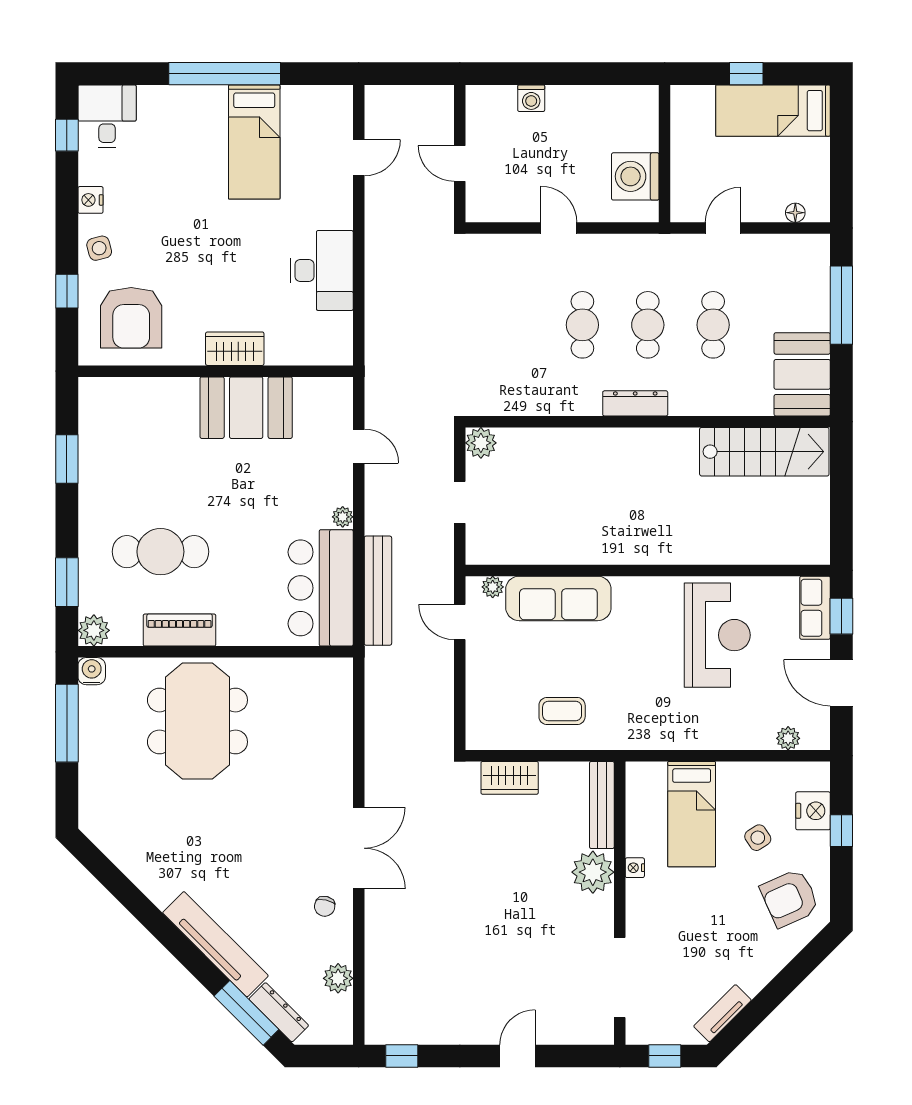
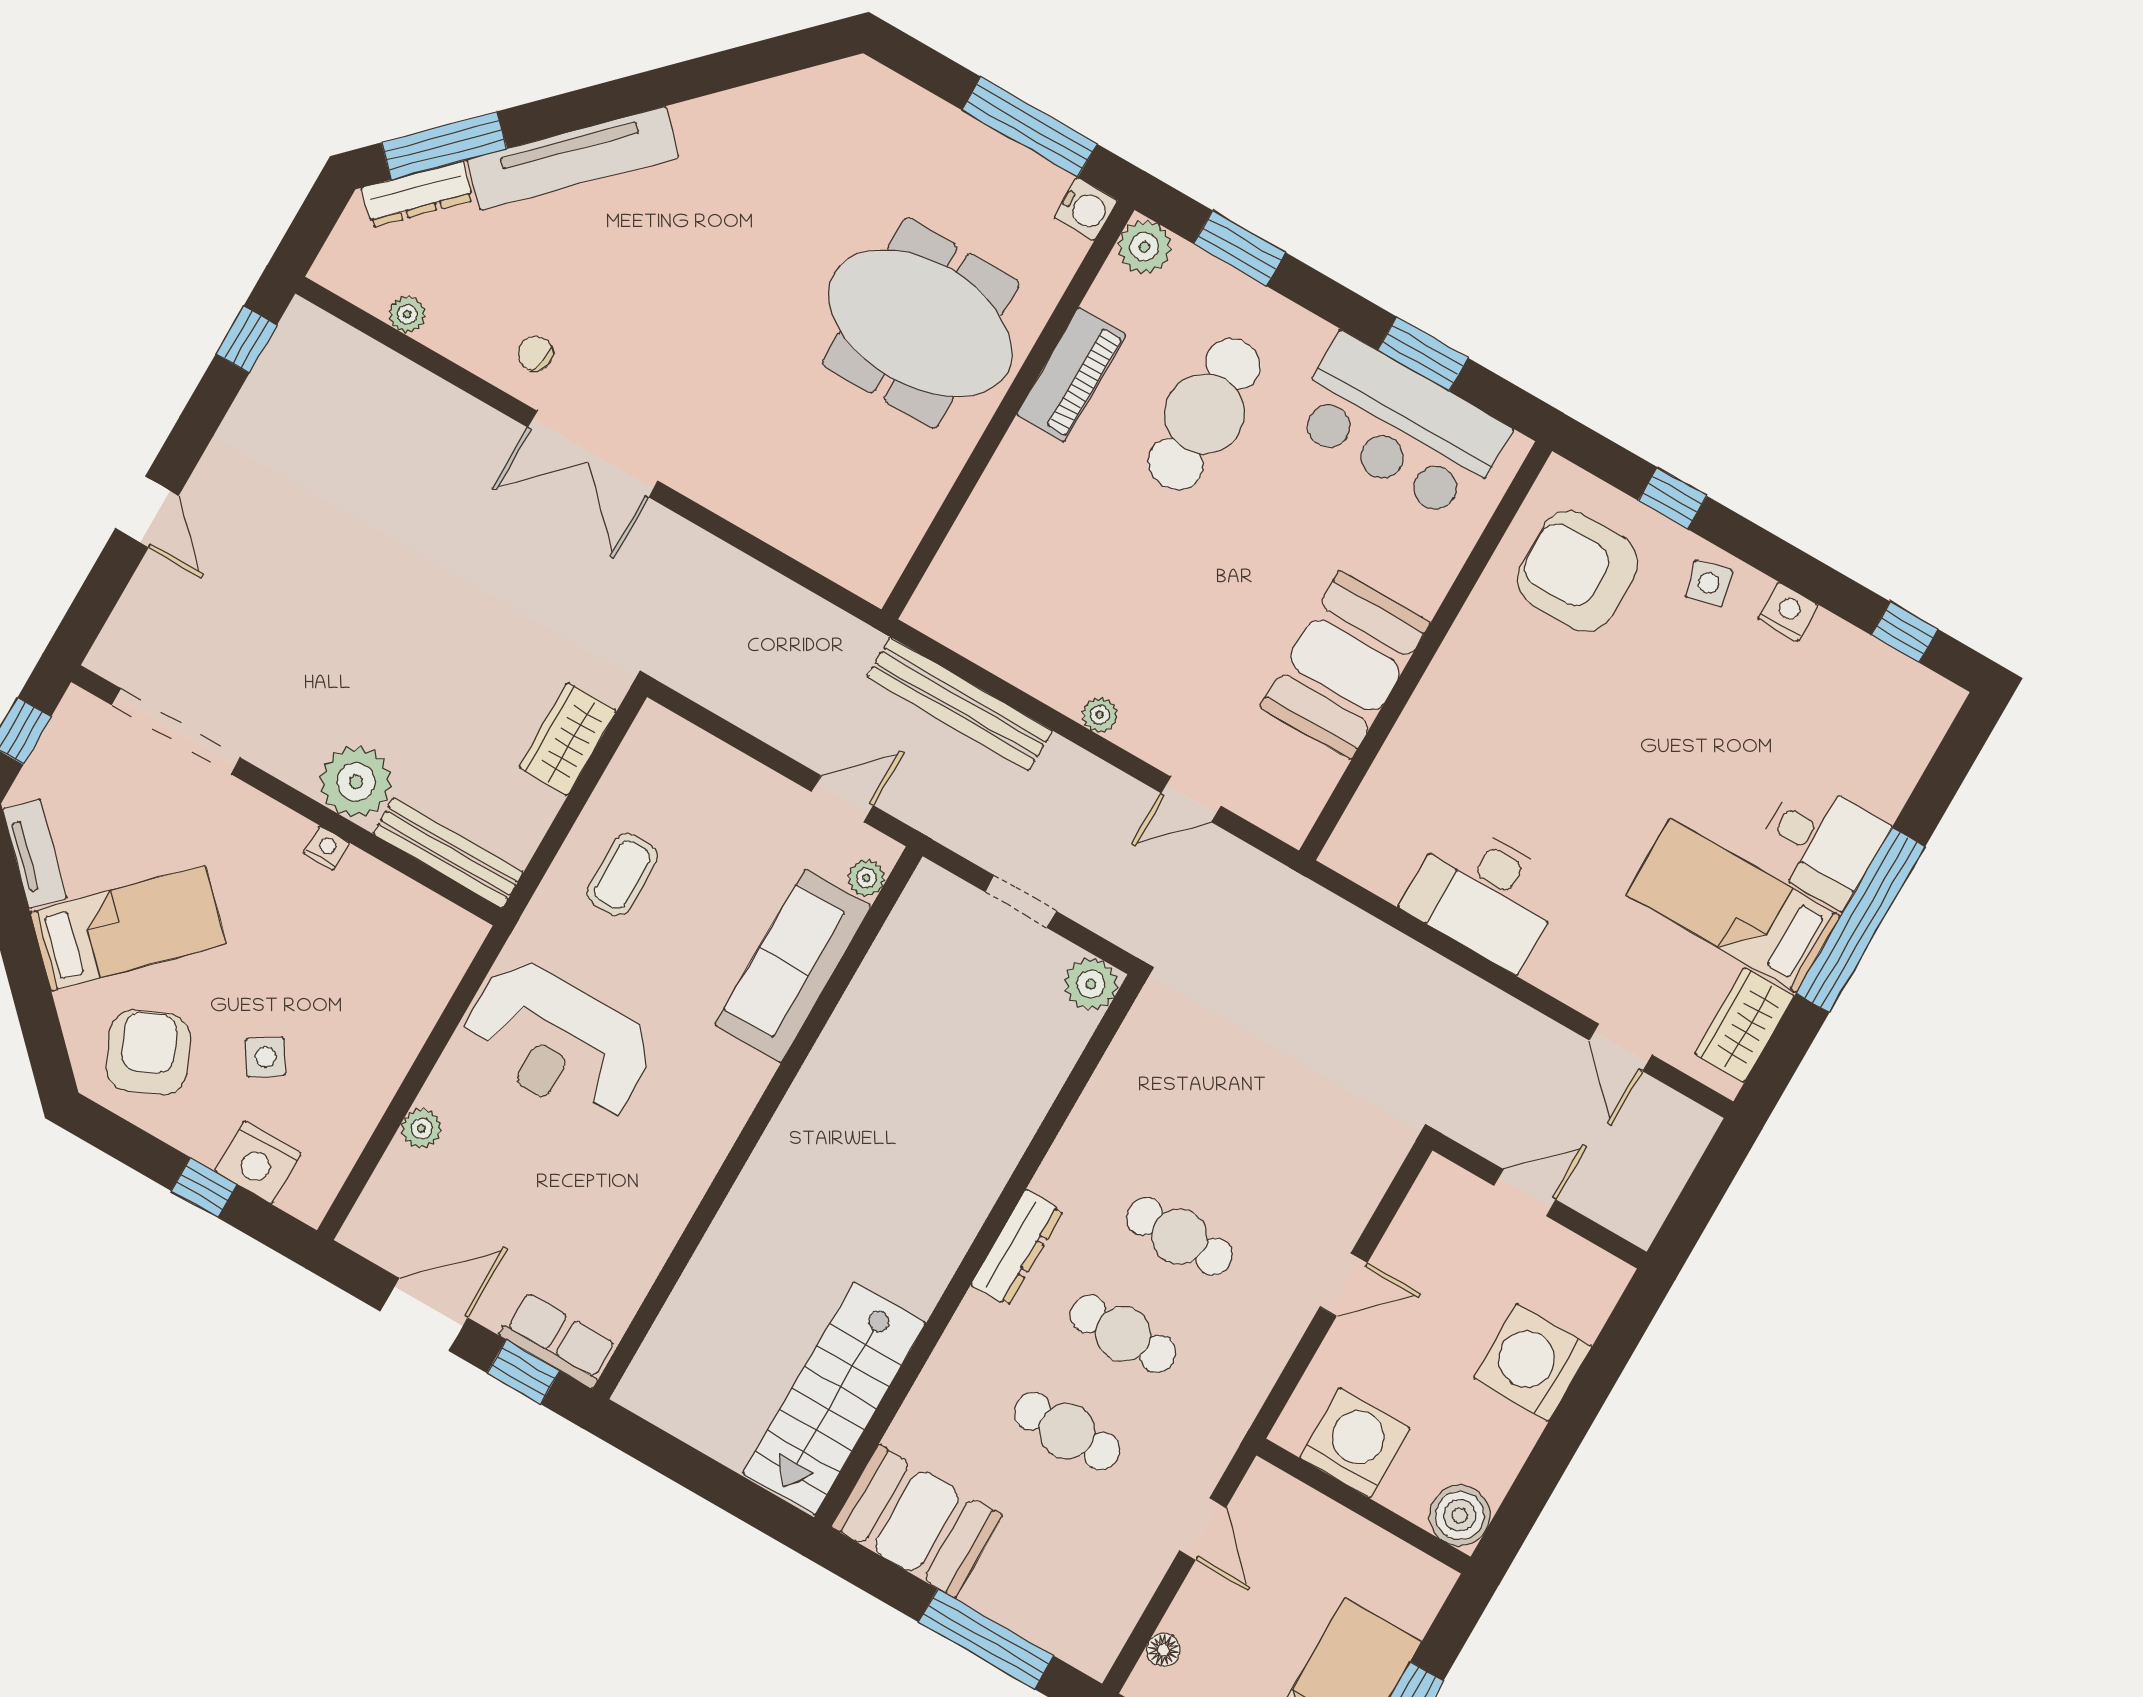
washing machine: (531, 98) -> (1533, 1363), width x1.89, depth x1.89
boiler: (641, 102) -> (1460, 1515), added
desk: (107, 116) -> (1821, 843), moved
wardrobe: (235, 349) -> (1744, 1025), moved, turned 180
bar counter: (321, 588) -> (1399, 427), moved, turned 180
reception desk: (717, 635) -> (558, 1042), moved
plant: (788, 738) -> (421, 1128), moved
bed: (692, 814) -> (128, 928), moved, turned 135
plant: (338, 978) -> (407, 314), width x0.73, depth x0.73

